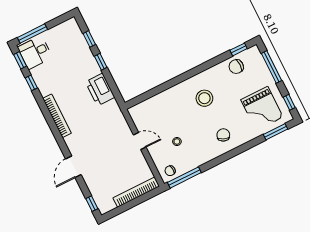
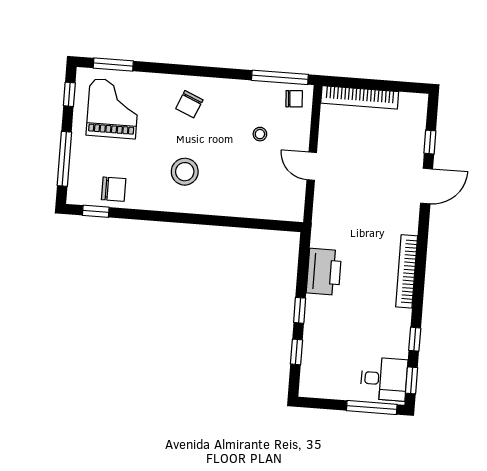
window: (92, 204) -> (430, 142), moved

